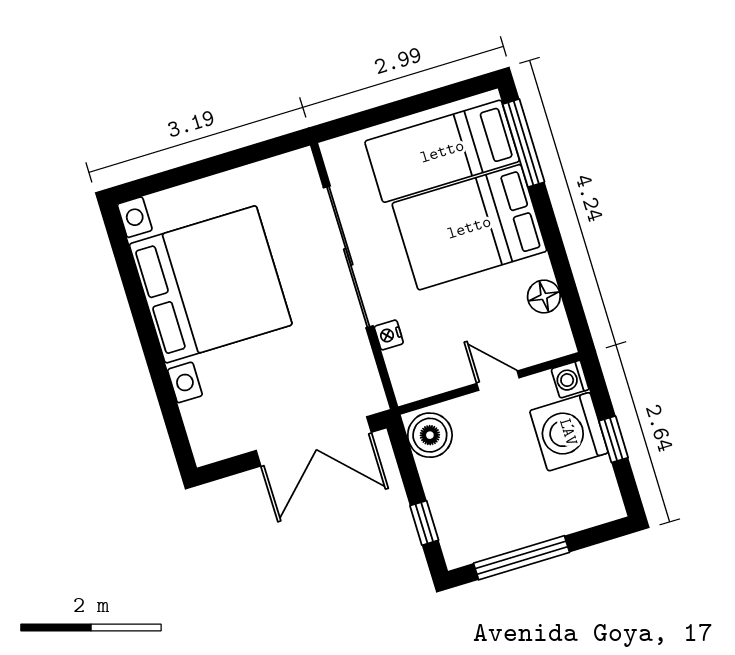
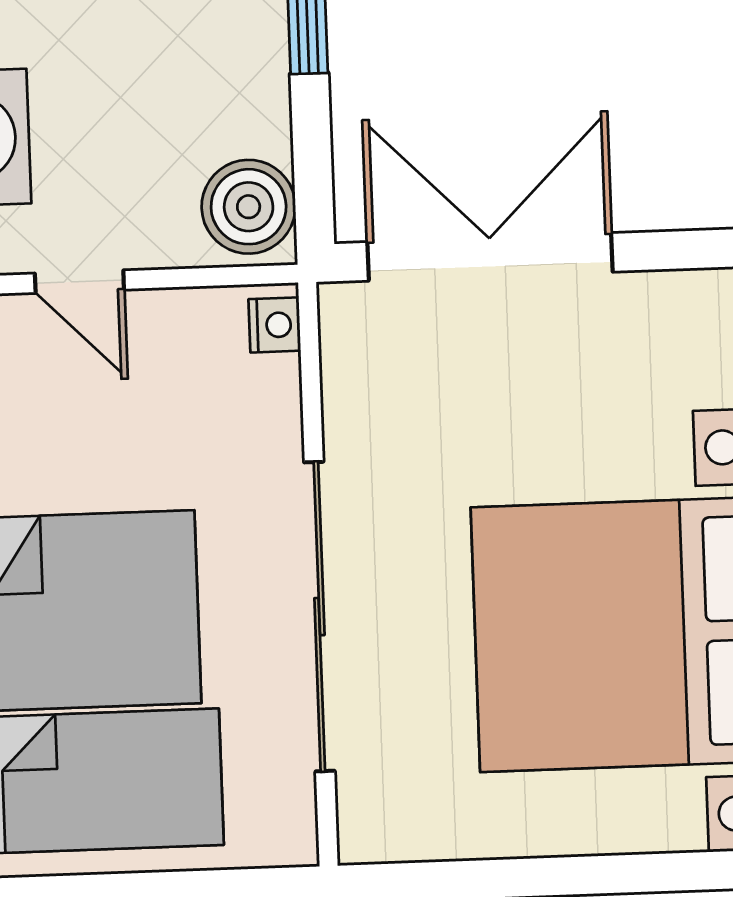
nightstand: (389, 335) -> (275, 325), moved

